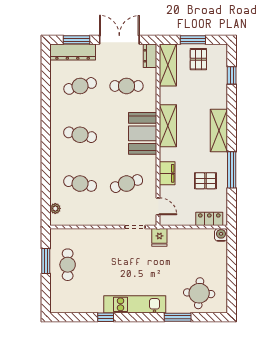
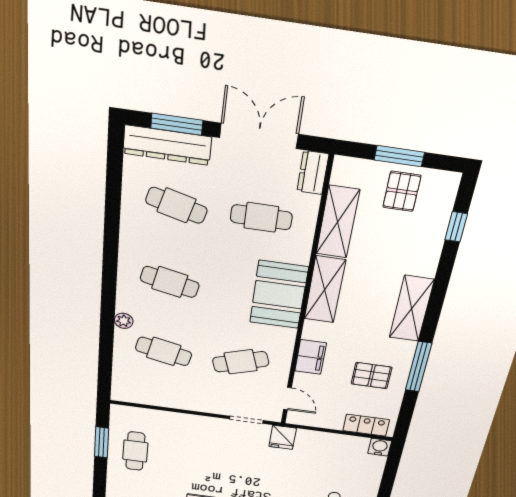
shelving: (168, 65) -> (338, 222), moved
cafe table: (80, 86) -> (176, 205), turned 30
plant: (55, 208) -> (124, 321), moved

